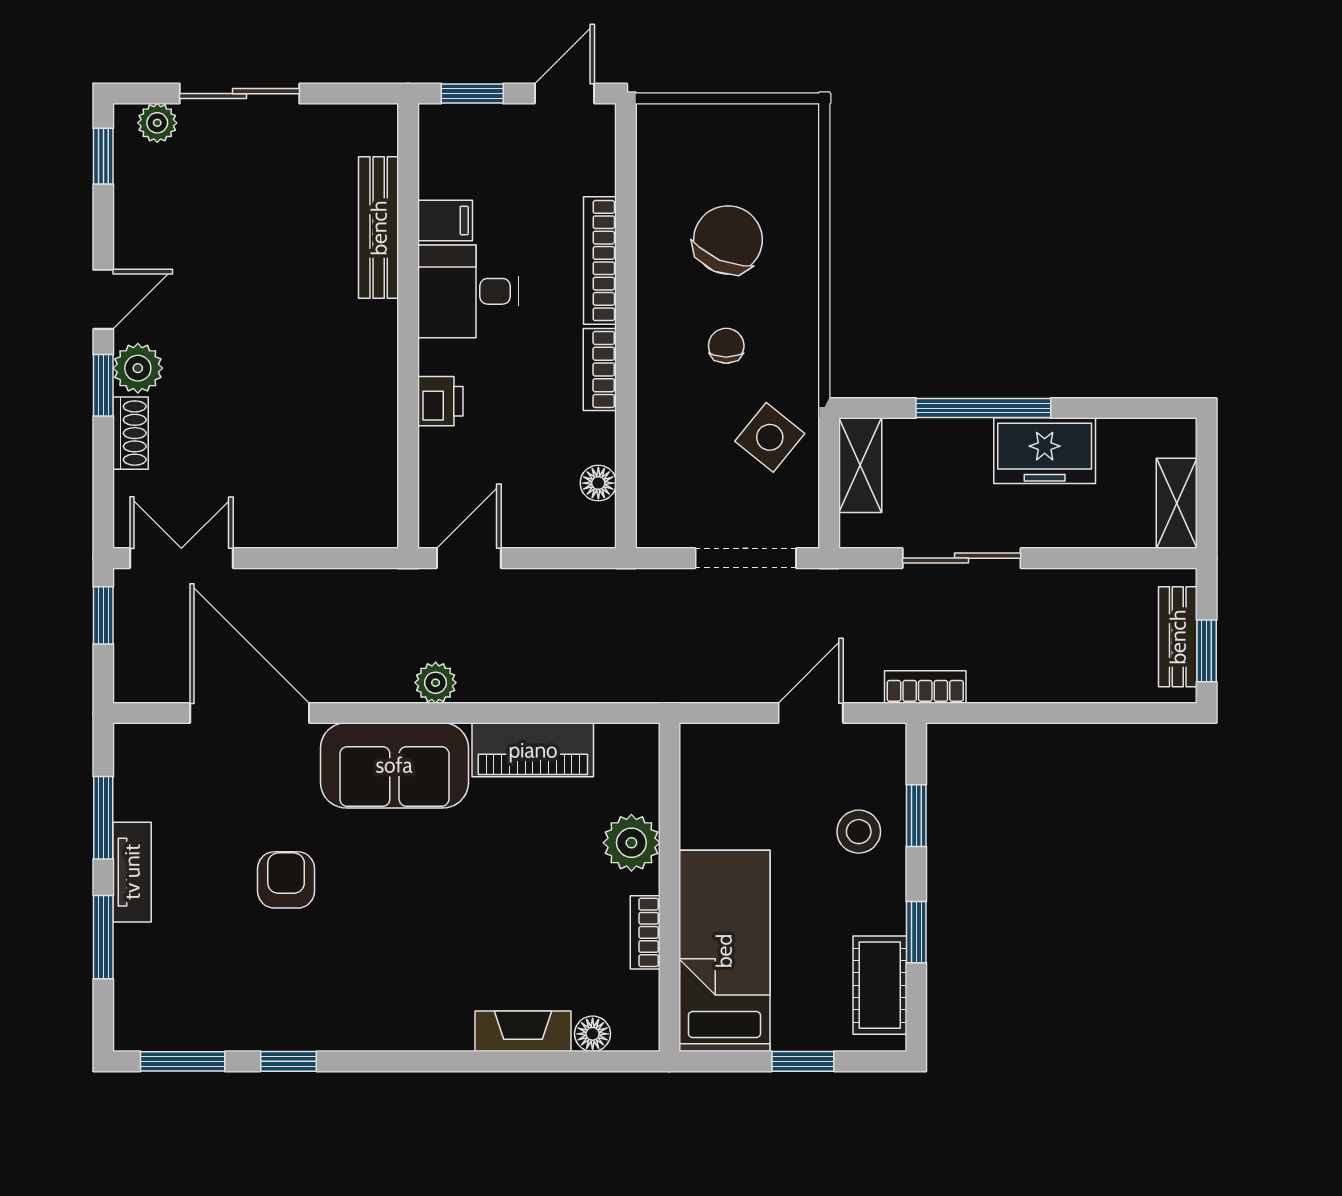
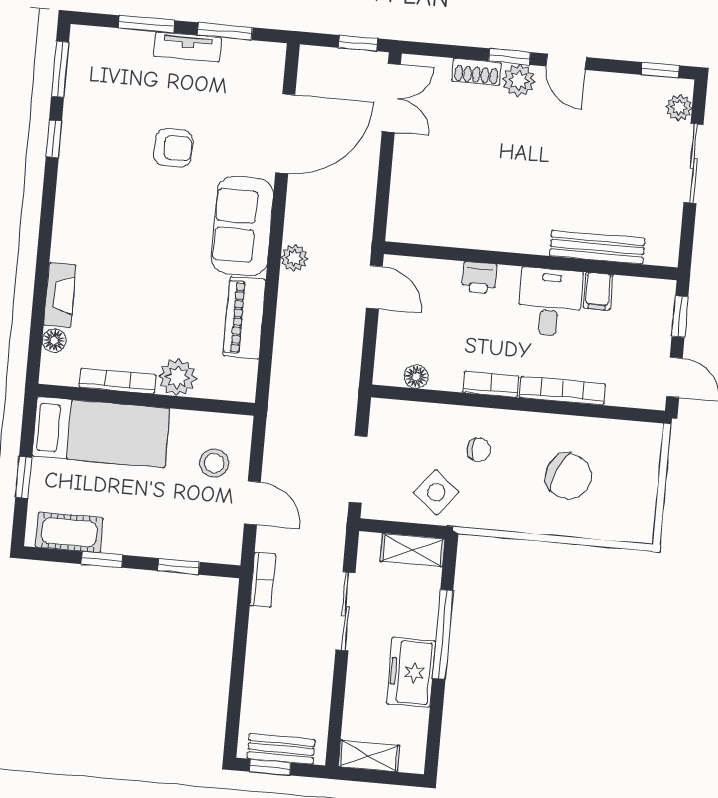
chair: (726, 346) -> (479, 450), moved
stool: (859, 832) -> (214, 463), moved
bookcase: (645, 932) -> (118, 381), width x1.56

